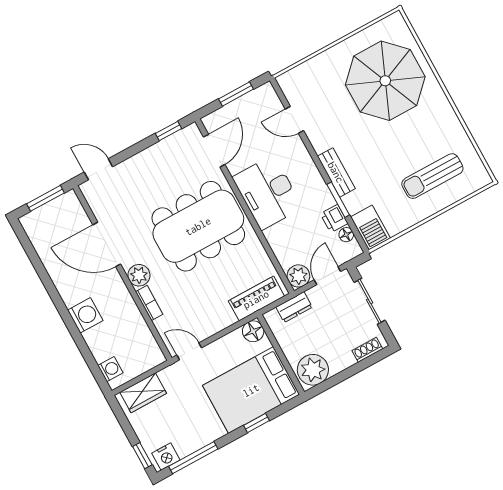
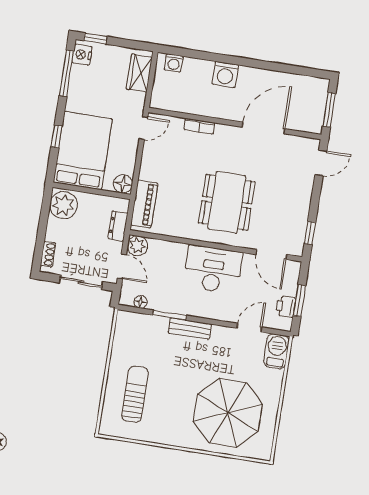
printer: (334, 219) -> (286, 307), moved, turned -90
dining table: (198, 226) -> (227, 202), width x0.73, depth x0.80
barbecue: (370, 228) -> (276, 351), moved, turned 90
plant: (139, 275) -> (224, 134), removed

